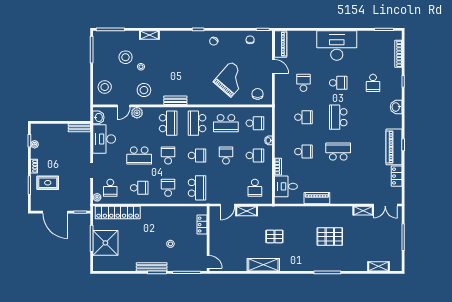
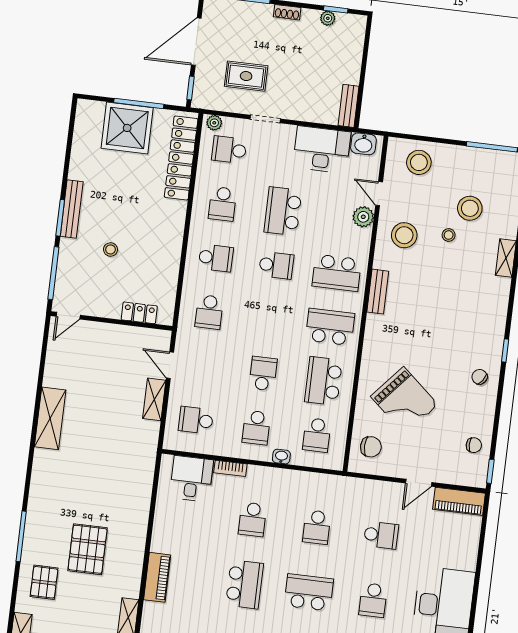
school desk: (197, 155) -> (270, 319), removed
school desk: (226, 155) -> (263, 374), turned -90
rug: (48, 183) -> (246, 76), moved, turned 90
school desk: (197, 188) -> (209, 312), width x0.54
piano: (317, 198) -> (157, 577), moved
pallet: (274, 236) -> (44, 582), moved

